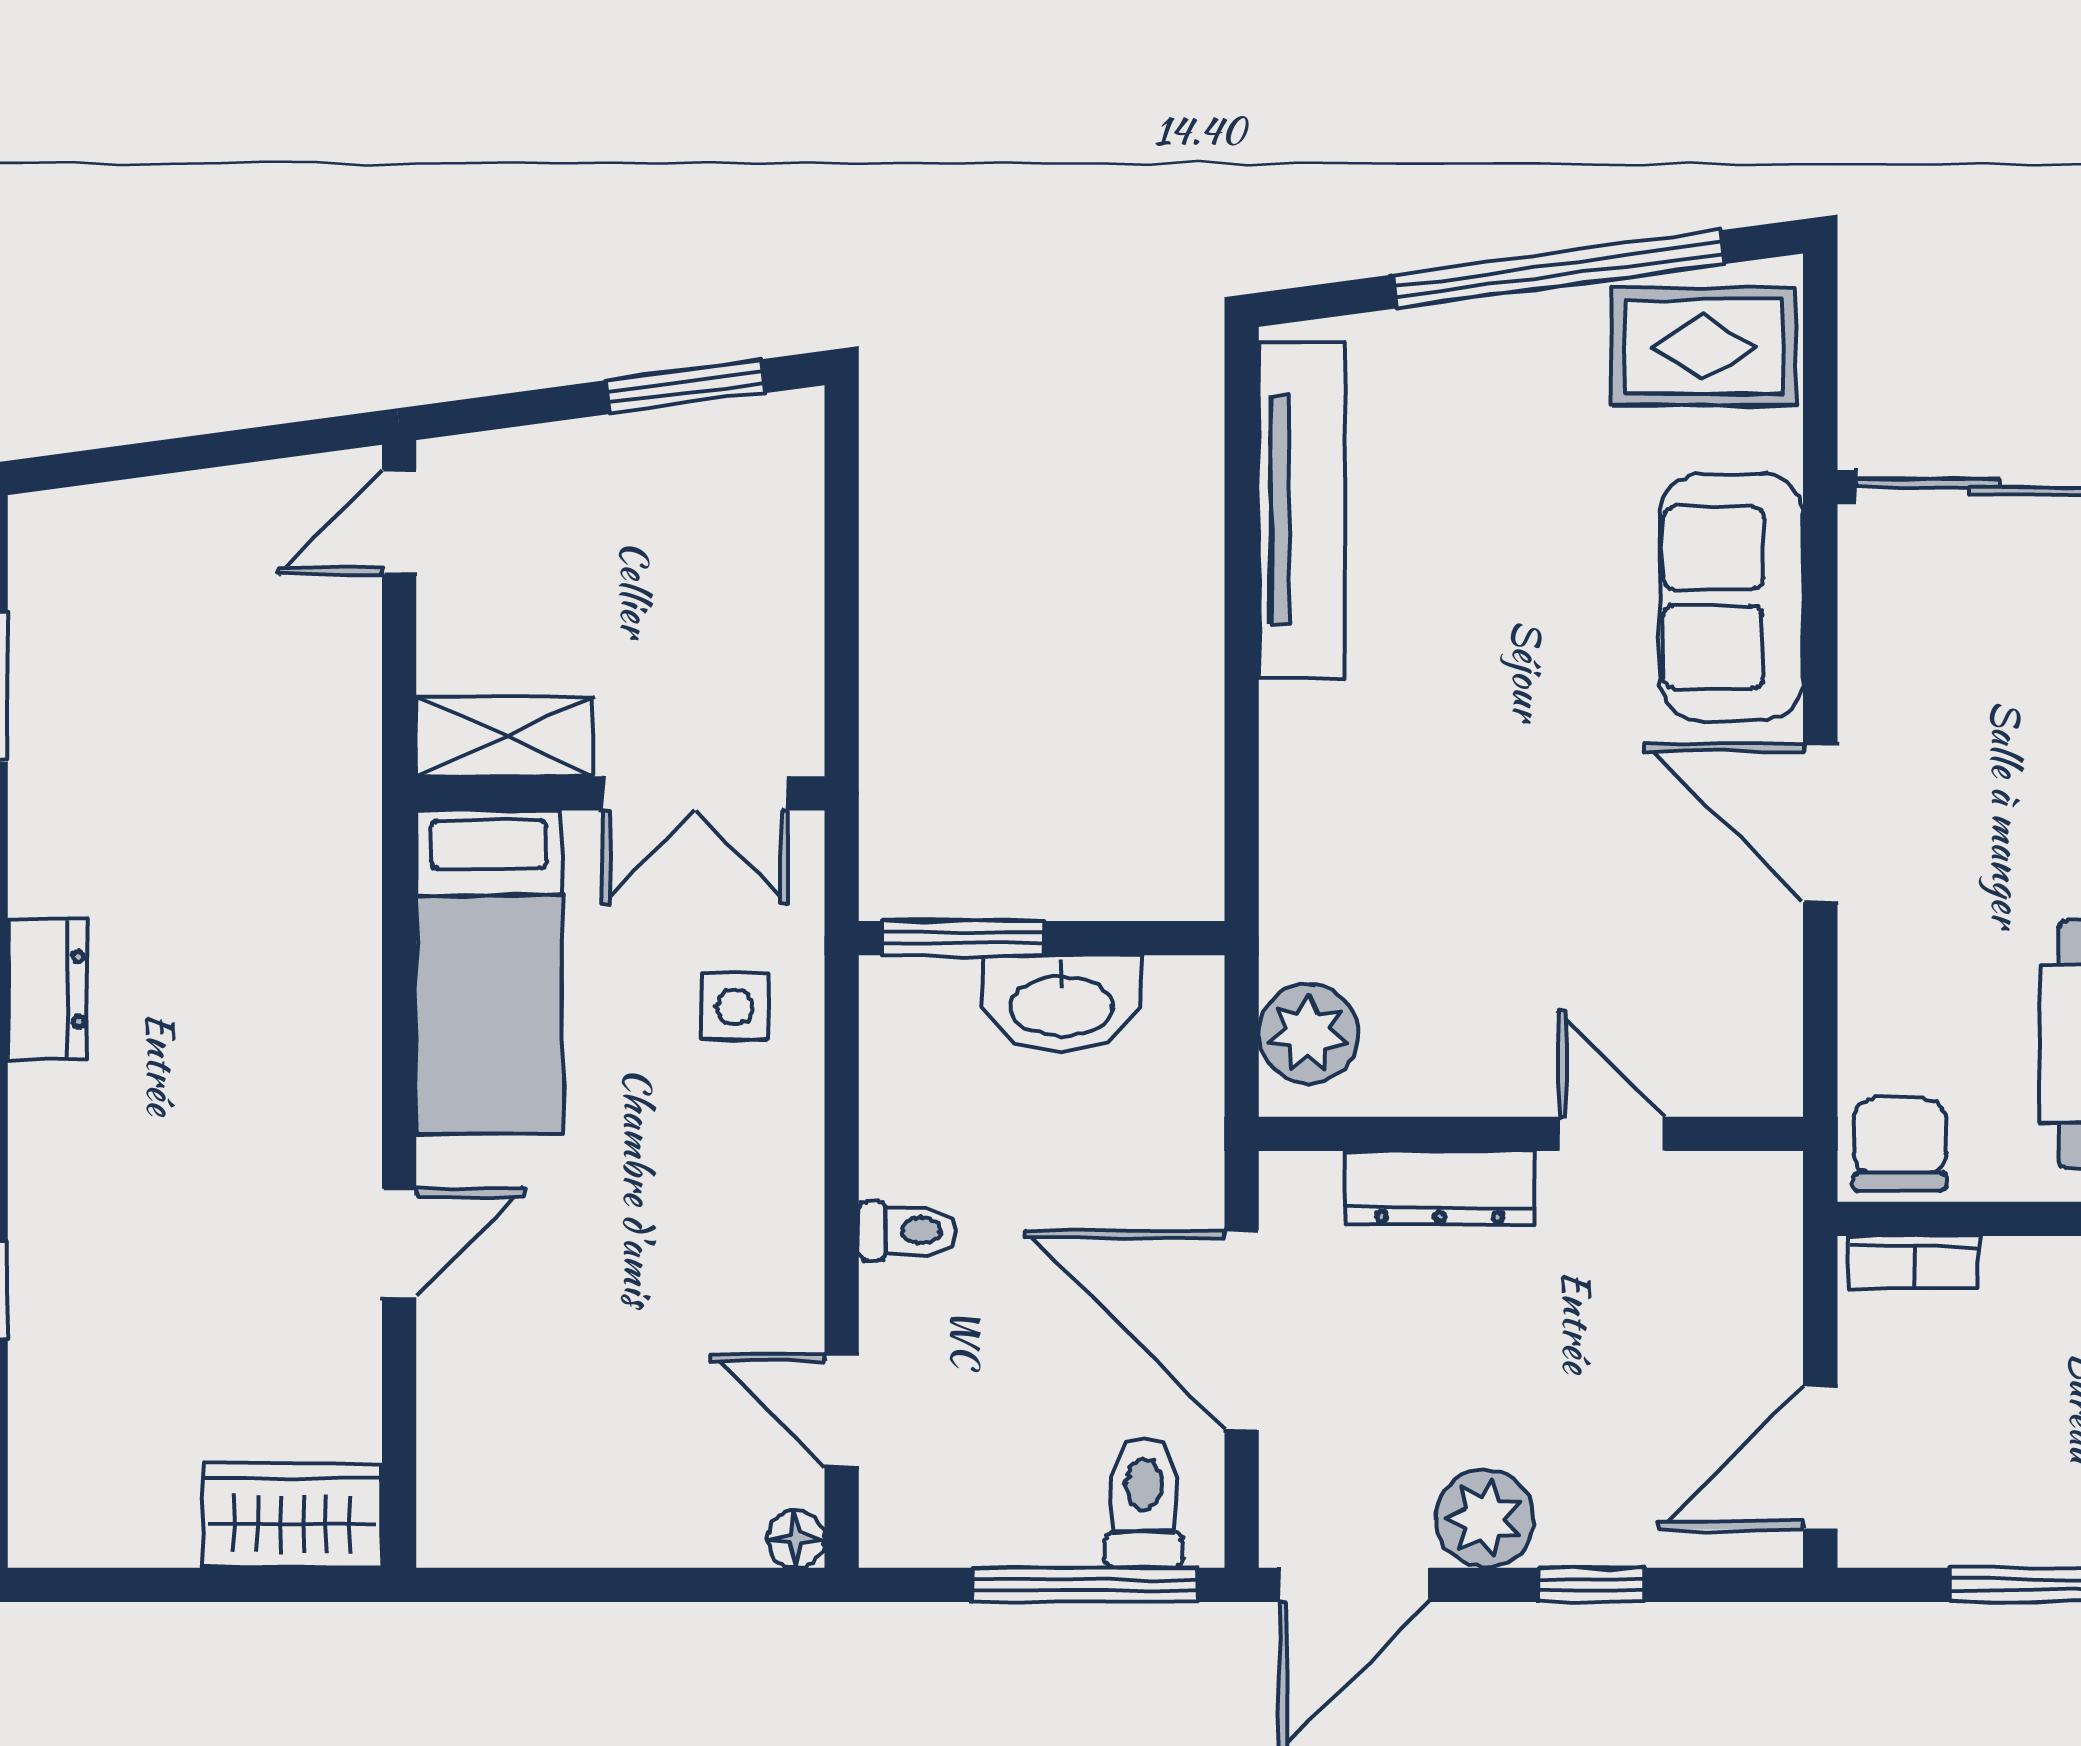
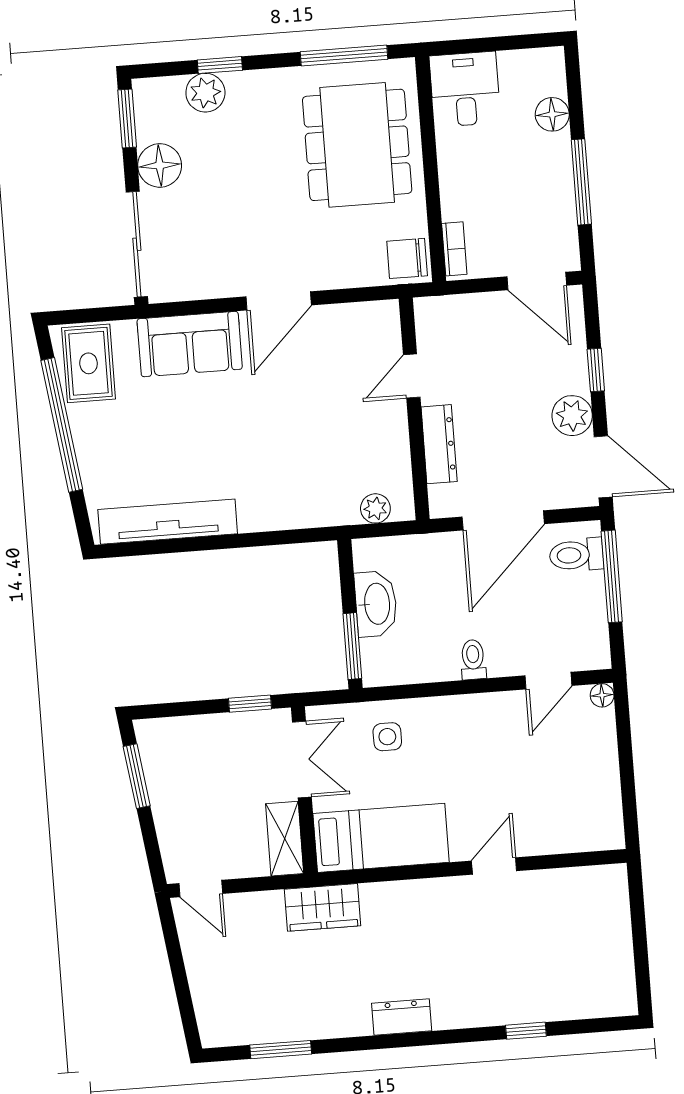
window: (842, 677) -> (250, 704), added
plant: (1308, 1034) -> (375, 508), width x0.73, depth x0.73
door: (399, 1243) -> (494, 866), hinge flipped
wardrobe: (292, 1516) -> (323, 907), moved, turned -90

